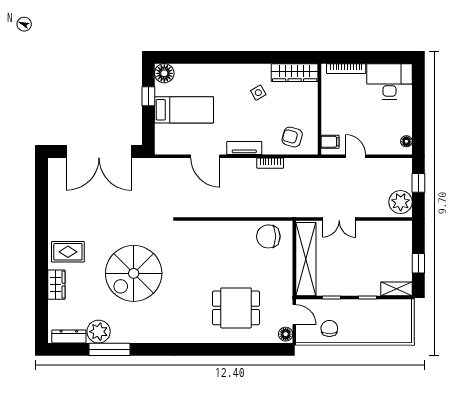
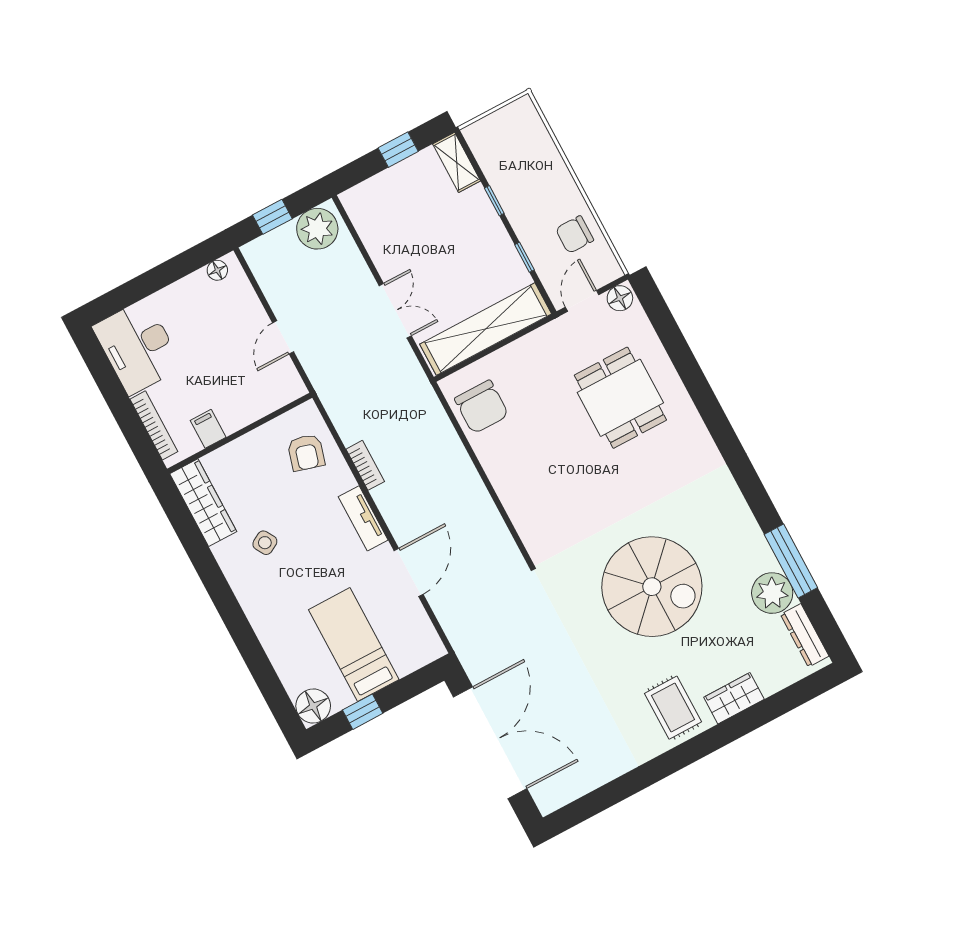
filing cabinet: (330, 142) -> (208, 429), moved

